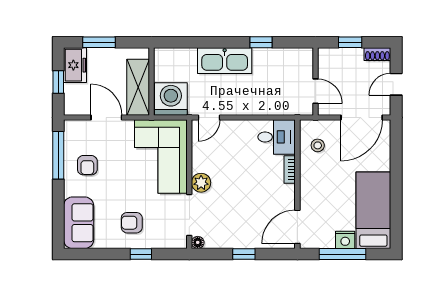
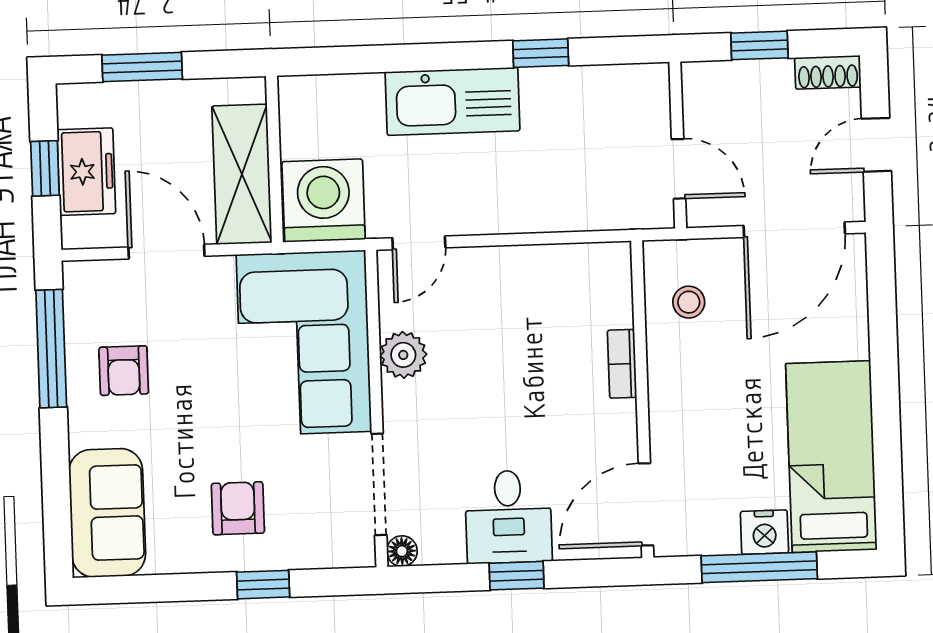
freezer: (75, 65) -> (86, 172), moved
desk: (277, 137) -> (508, 517), moved, turned 90
plant: (201, 183) -> (403, 355), moved
armchair: (132, 223) -> (238, 508), turned 90

